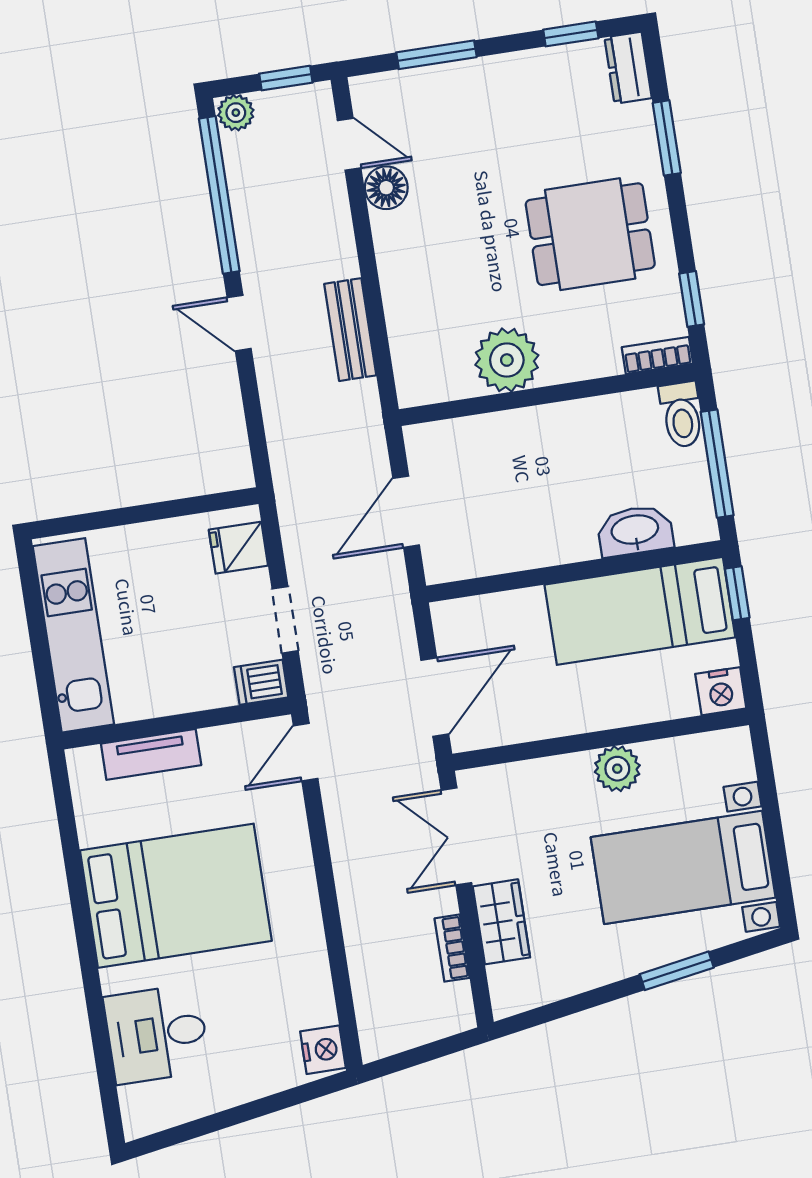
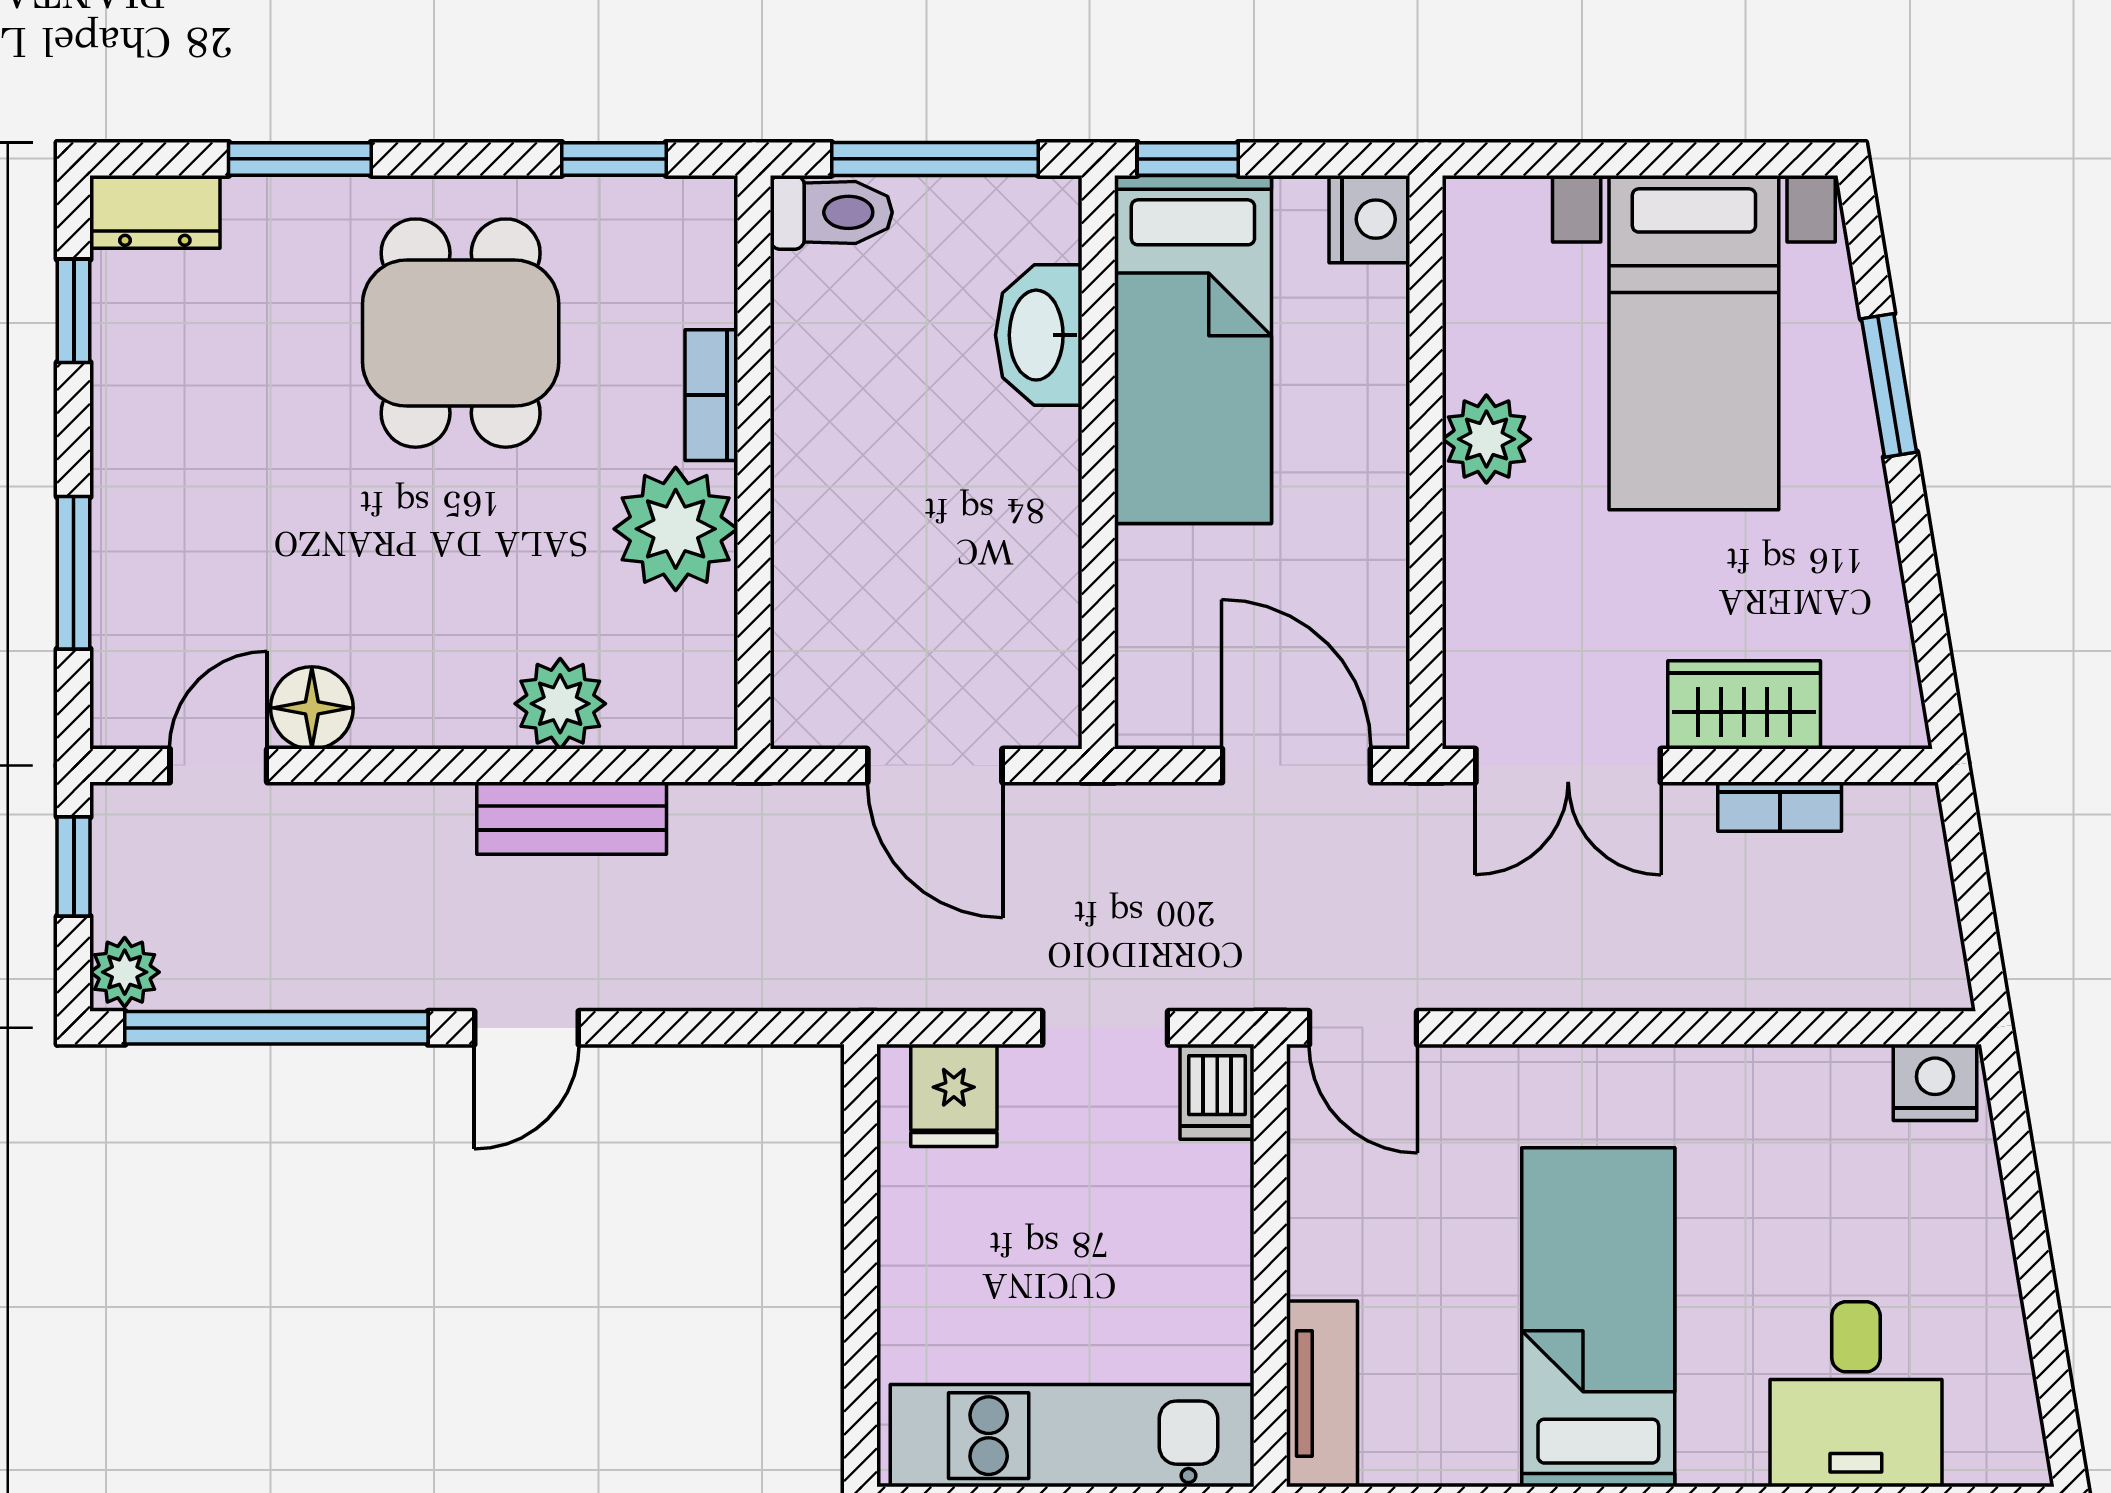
plant: (408, 315) -> (560, 704), added
bookcase: (657, 355) -> (711, 395), moved
tv unit: (151, 754) -> (1322, 1394), moved
bed: (176, 896) -> (1598, 1317), width x0.67

